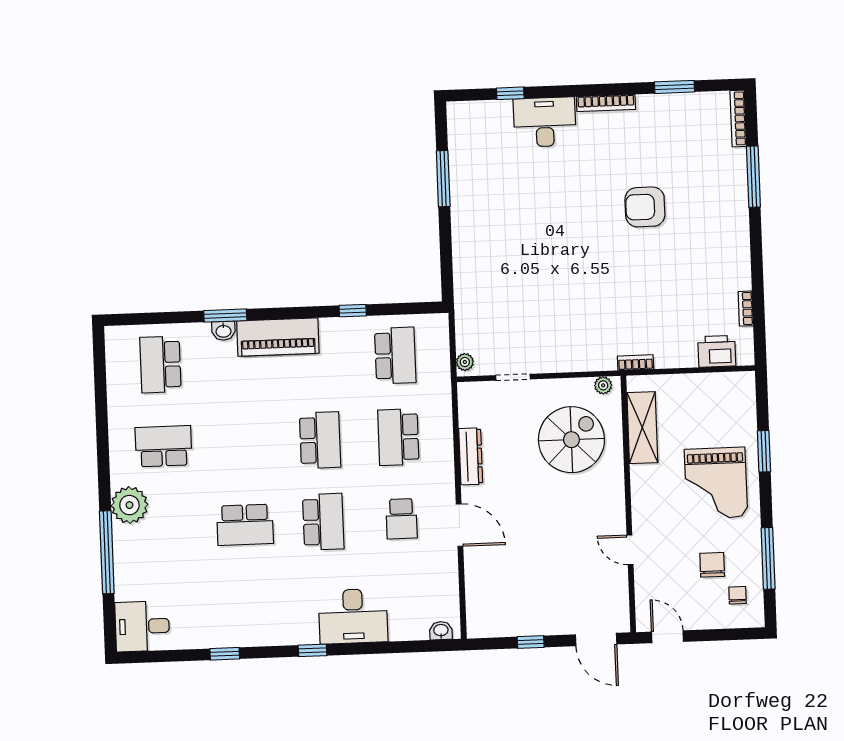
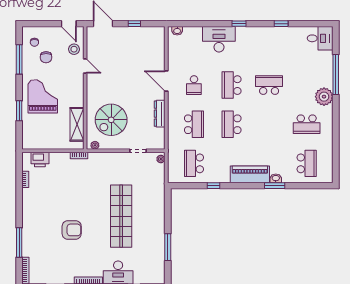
shop shelf: (543, 240) -> (121, 216), added
school desk: (402, 519) -> (194, 85), turned 180
stool: (655, 584) -> (74, 49), added

